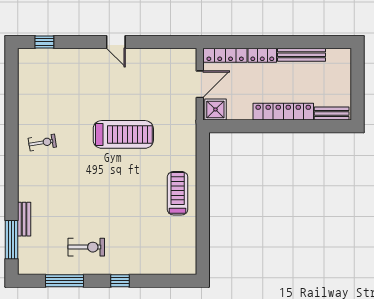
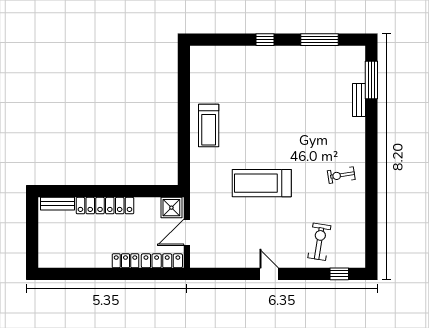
bench: (302, 55) -> (87, 261), removed
exercise bike: (86, 247) -> (319, 242), moved, turned 99

